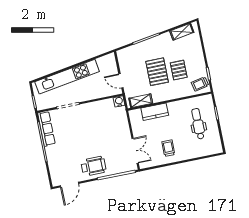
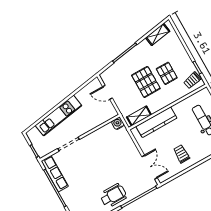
kitchen unit: (67, 77) -> (59, 116), width x0.73
door: (121, 81) -> (107, 92), moved
kitchen counter: (155, 112) -> (156, 122), width x1.50

